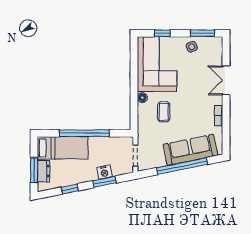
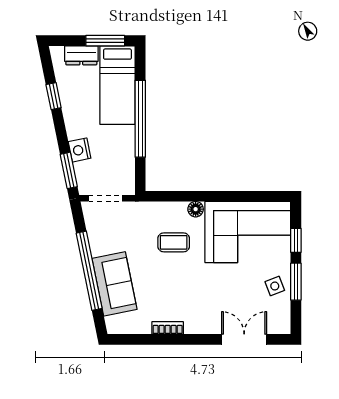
window: (202, 33) -> (296, 282), moved
double door: (226, 80) -> (244, 339), moved
sofa: (190, 150) -> (114, 284), width x0.73
window: (34, 170) -> (105, 41), moved
window: (104, 182) -> (69, 170), moved

